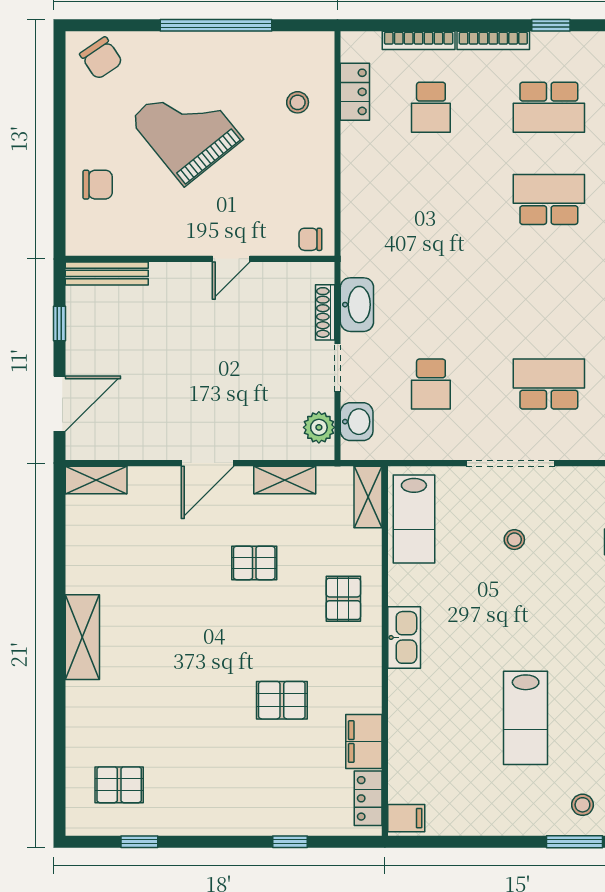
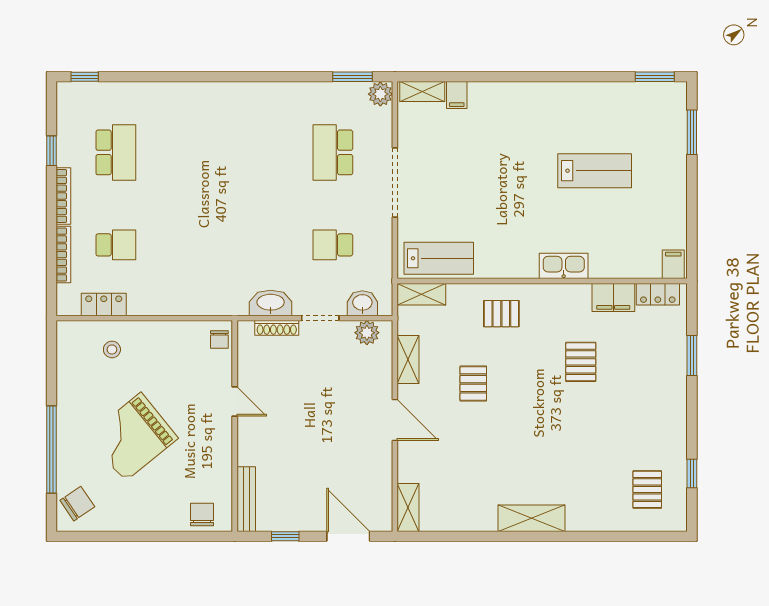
window: (216, 25) -> (51, 450), moved
chair: (98, 185) -> (202, 515), moved
school desk: (549, 199) -> (188, 152), removed
school desk: (431, 384) -> (333, 245), turned 180
stool: (514, 540) -> (455, 179), removed
kitchen sink: (404, 637) -> (564, 266), moved
stool: (582, 805) -> (663, 126), removed
window: (290, 842) -> (692, 356), width x1.50

